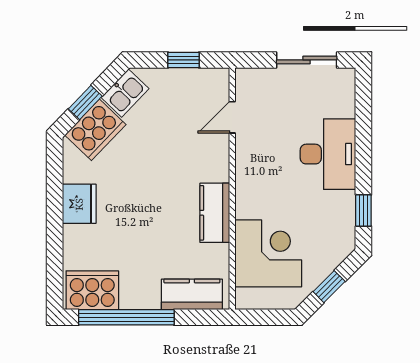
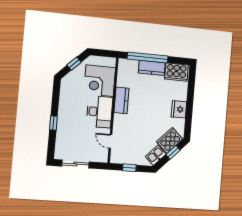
door: (232, 117) -> (110, 141), swing flipped
desk: (328, 154) -> (100, 112), moved, turned 180
window: (363, 211) -> (53, 123), moved
kitchen counter: (192, 294) -> (152, 68), moved
window: (126, 317) -> (148, 57), moved

